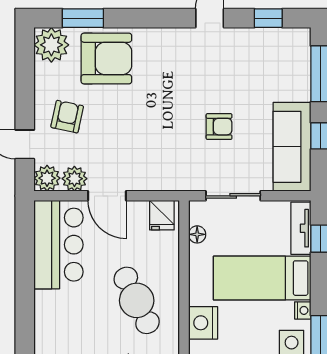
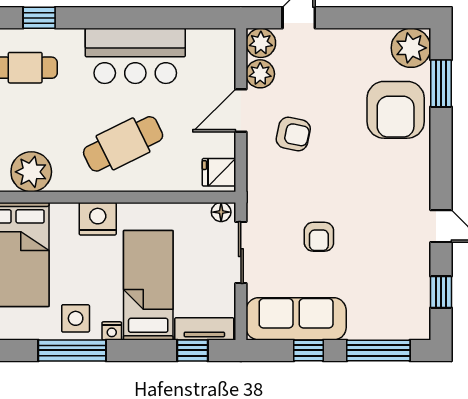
armchair: (67, 117) -> (293, 134), moved
floor lamp: (197, 234) -> (221, 212), moved
bar counter: (59, 245) -> (135, 56), moved

